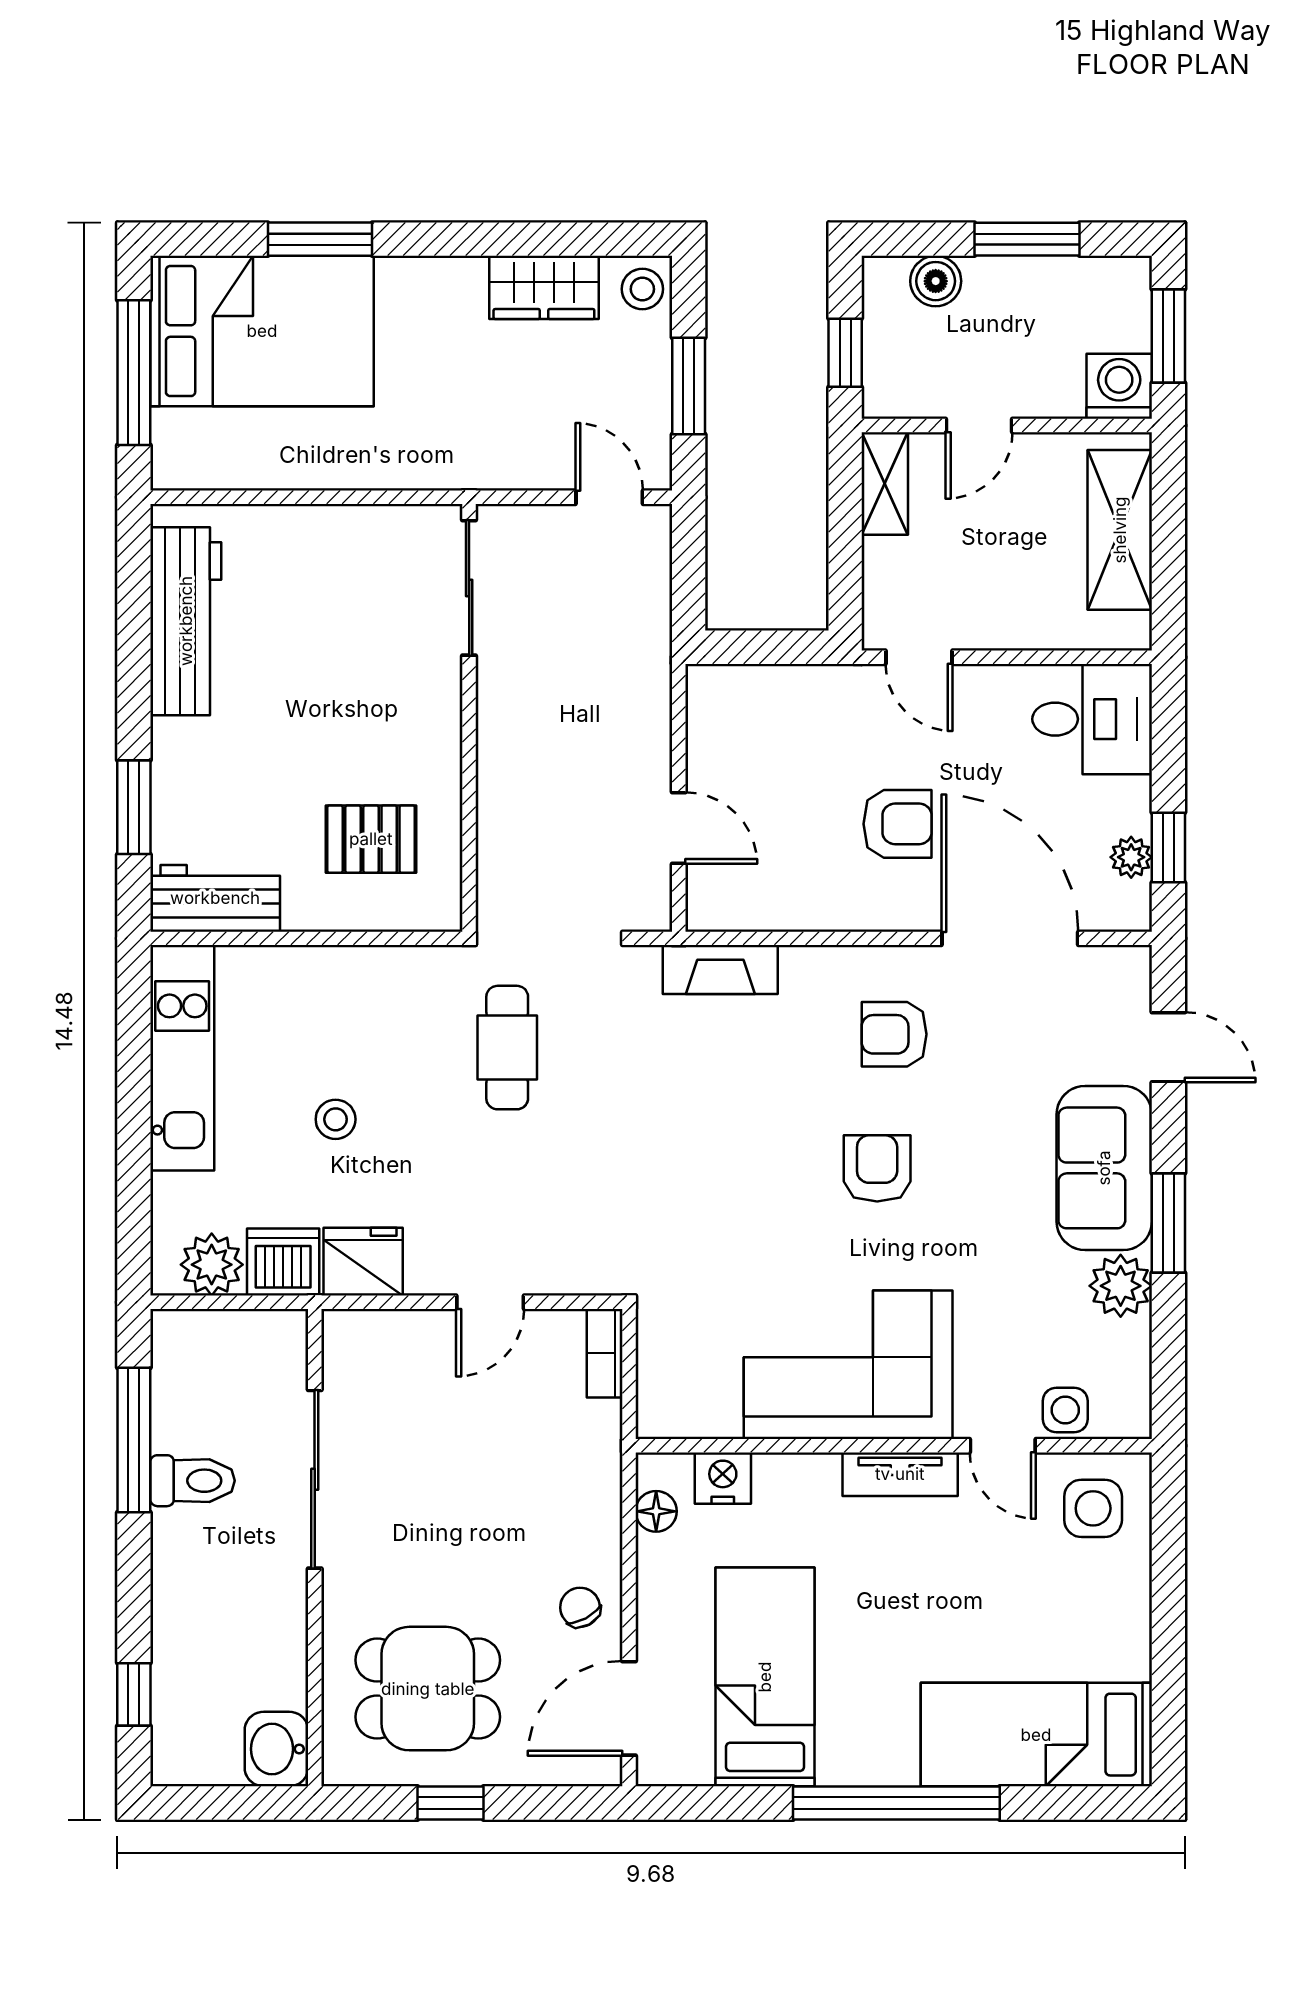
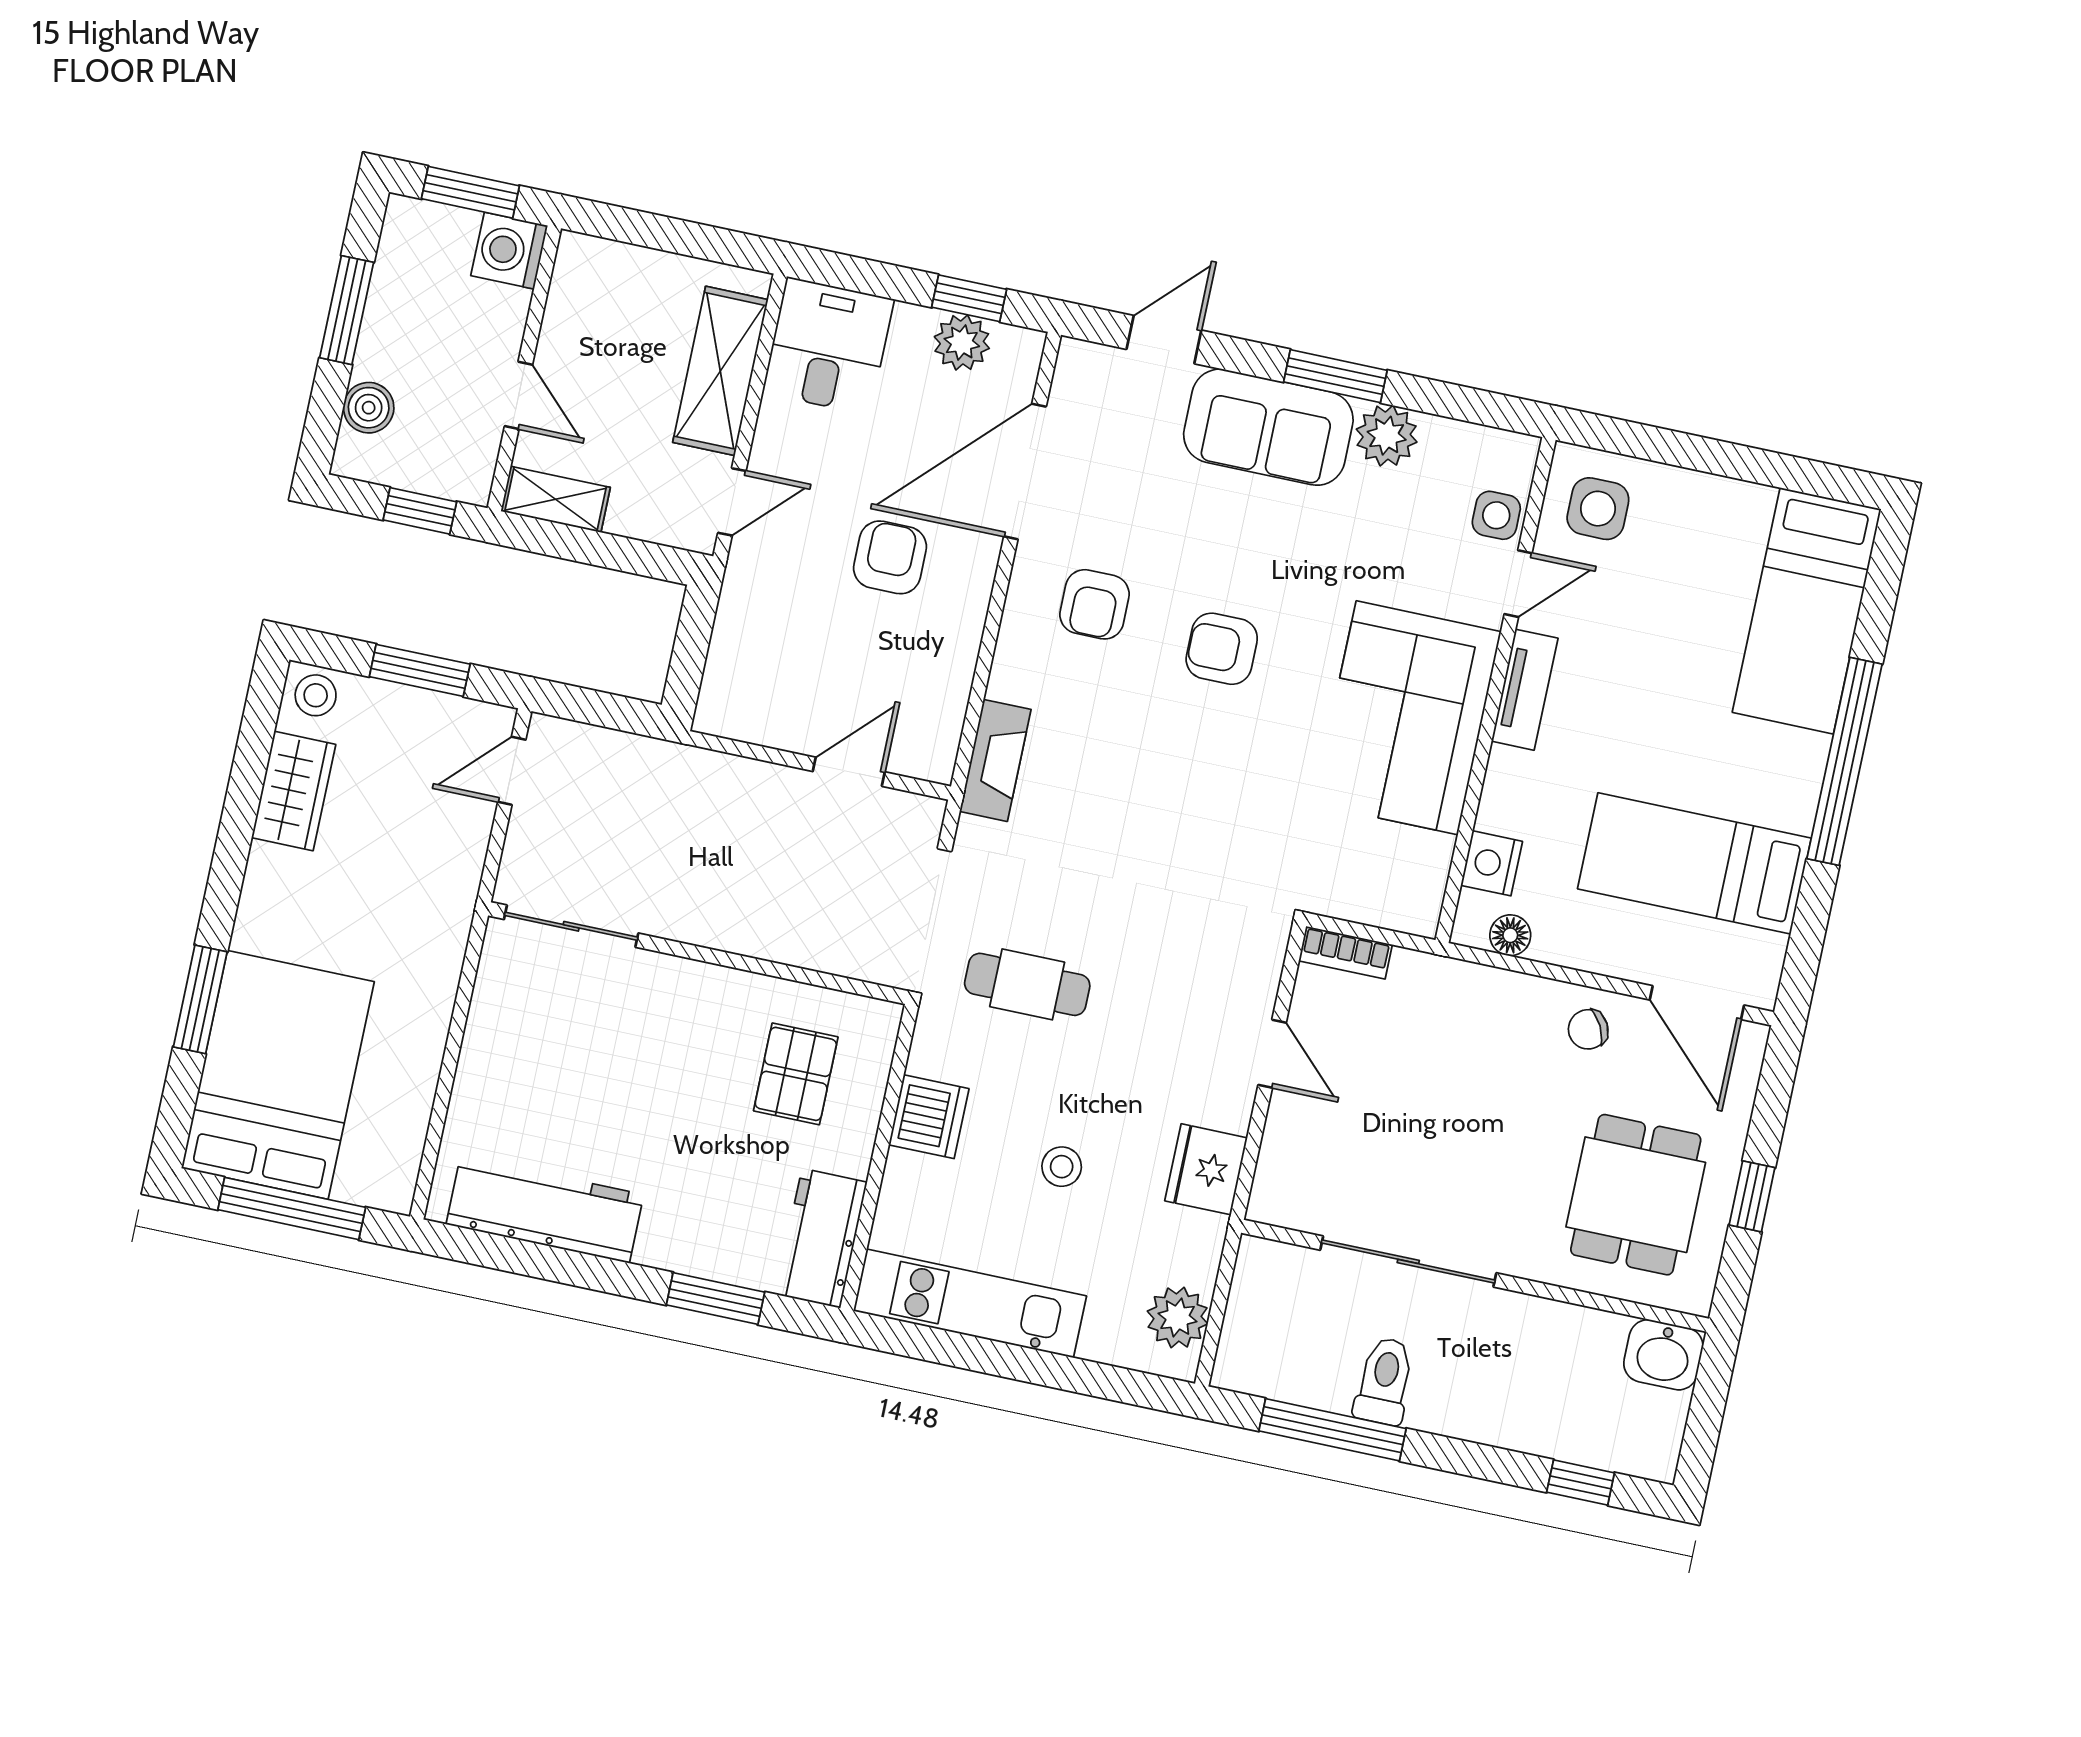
shelving: (1120, 530) -> (720, 371), moved, turned 90
plant: (1131, 857) -> (962, 342), width x1.38, depth x1.38
dishwasher: (283, 1262) -> (929, 1117), moved, turned 180

